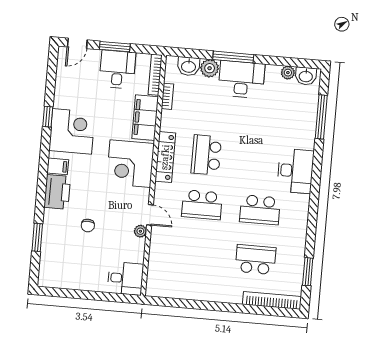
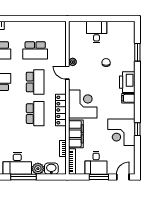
corner desk: (72, 131) -> (121, 132), moved
school desk: (202, 205) -> (35, 82), turned 90
school desk: (198, 254) -> (35, 50), added
desk: (125, 278) -> (97, 32), moved, turned 90

